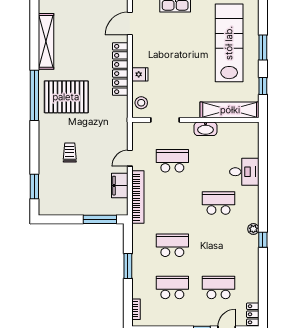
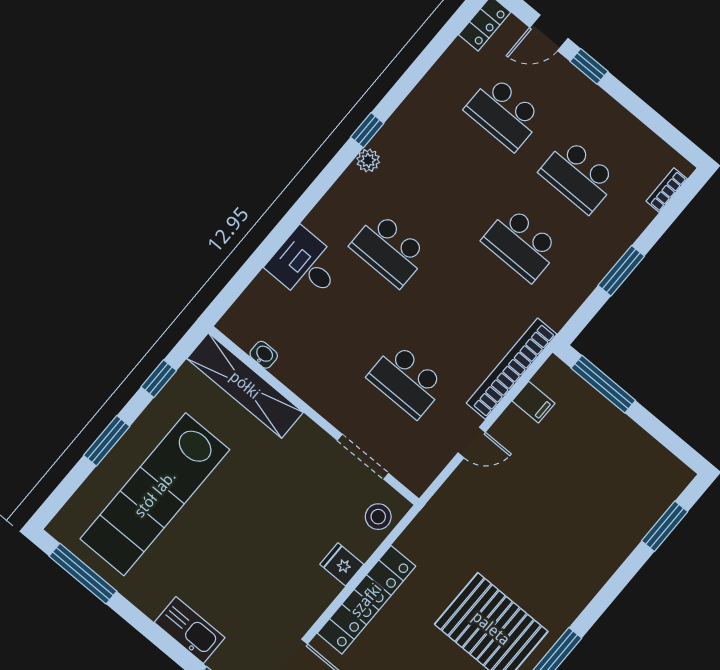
washbasin: (206, 129) -> (264, 355), moved, width x0.52, depth x0.69
trolley: (70, 153) -> (561, 533), removed
filing cabinet: (120, 186) -> (534, 402), width x0.50

